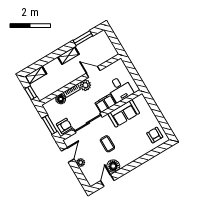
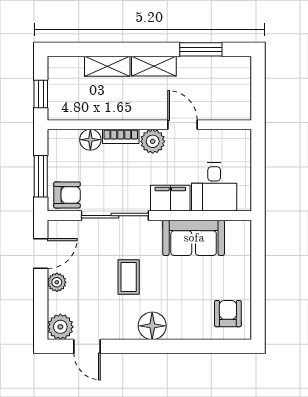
shelving: (36, 75) -> (107, 66), moved
floor lamp: (113, 166) -> (152, 326), moved
plant: (92, 179) -> (60, 327), added
door: (107, 181) -> (87, 346), swing flipped

